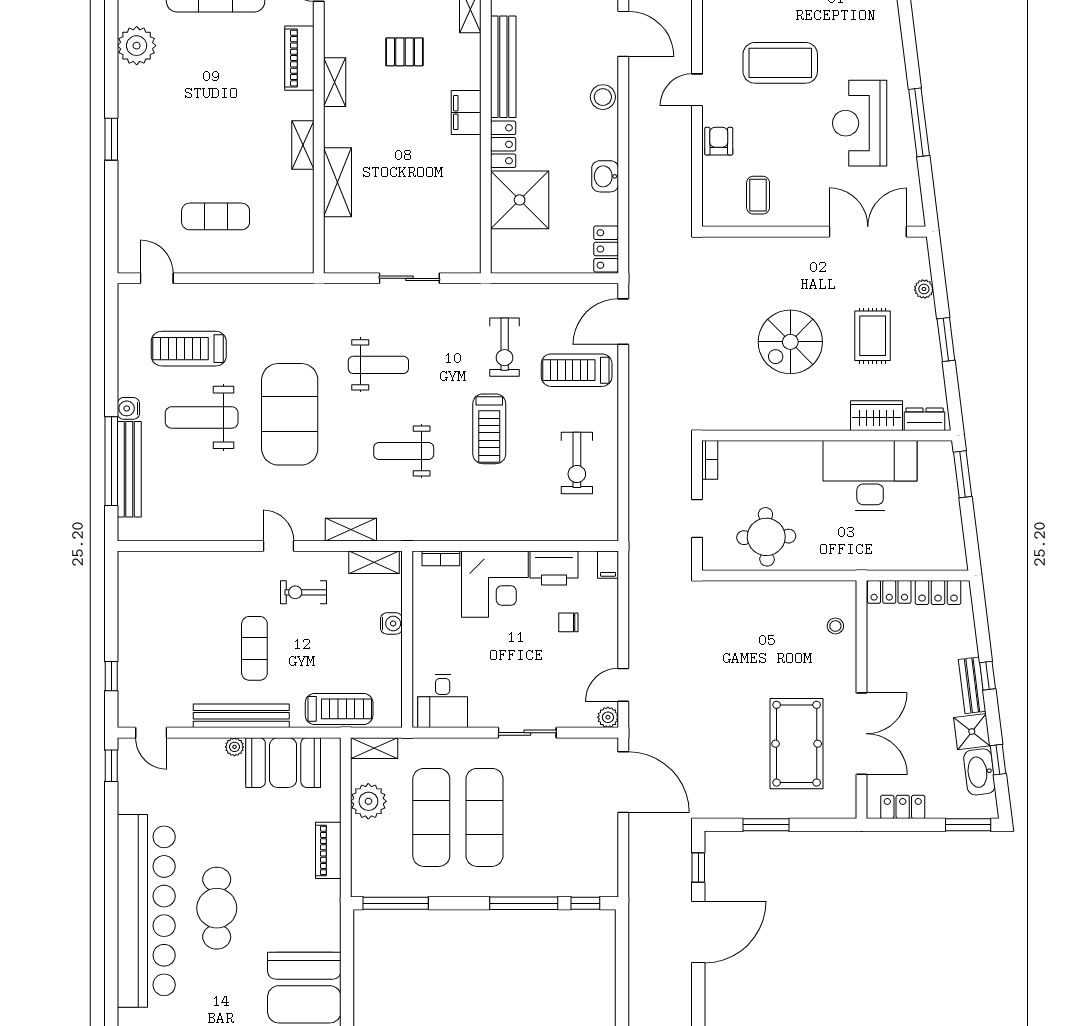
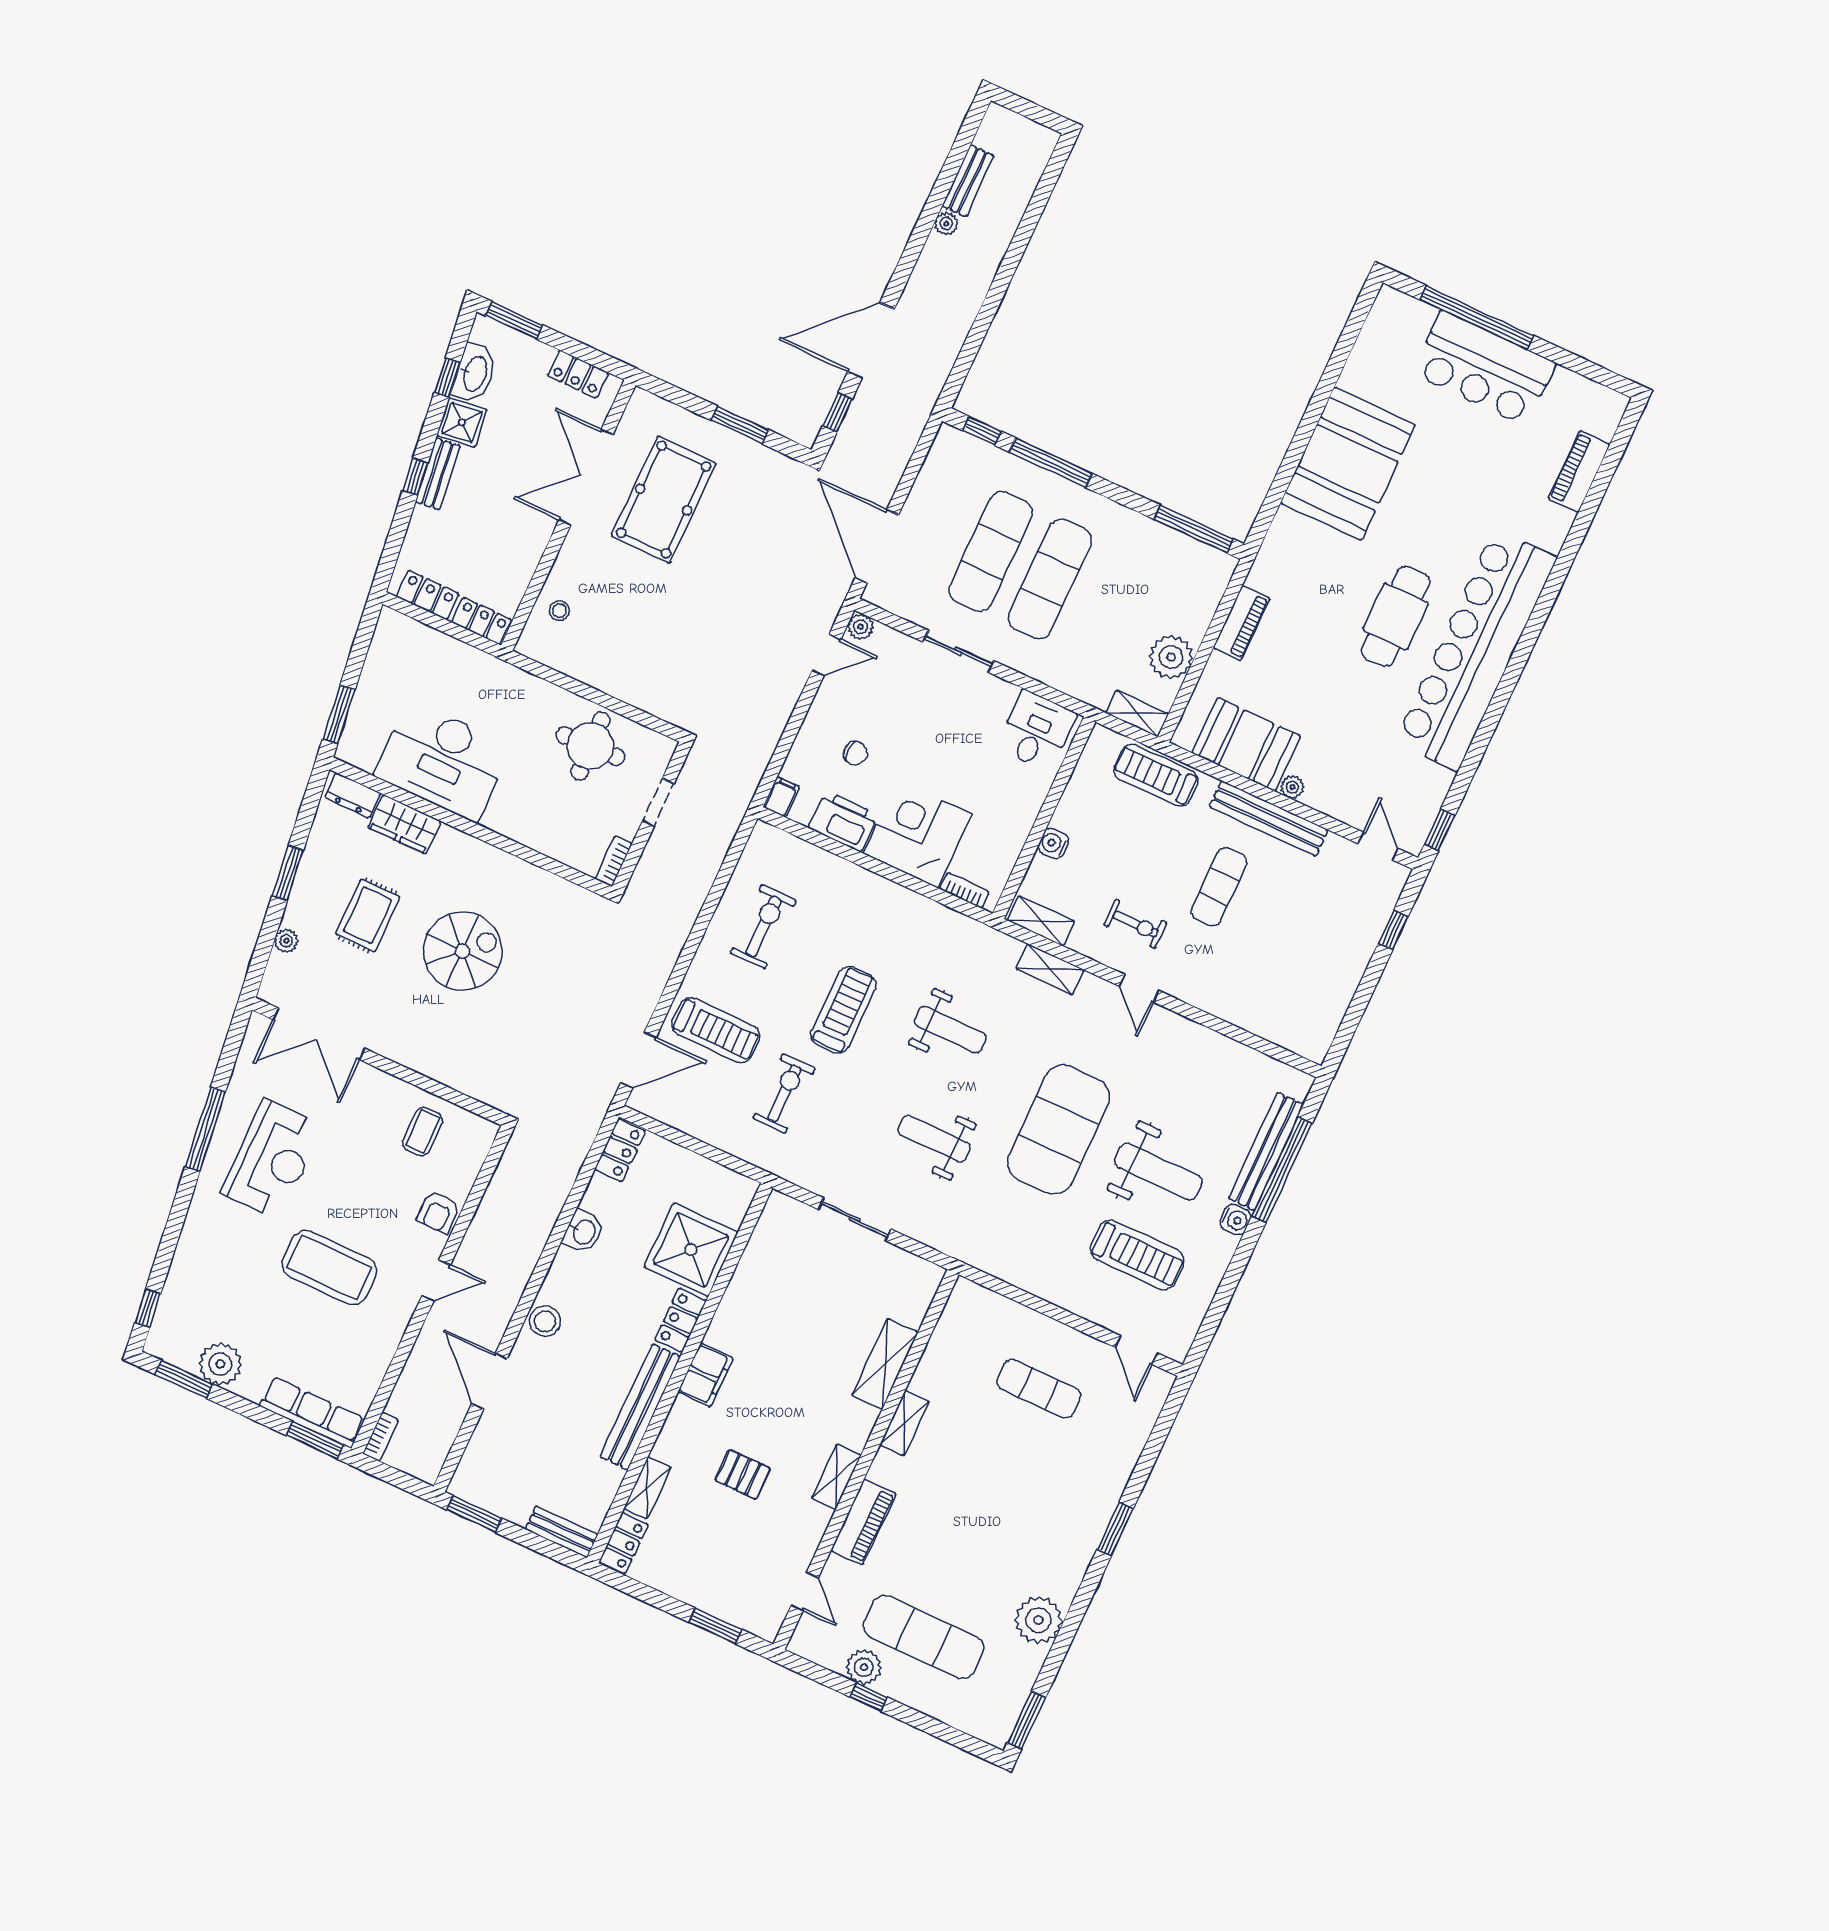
exercise mat: (431, 817) -> (991, 551), moved

